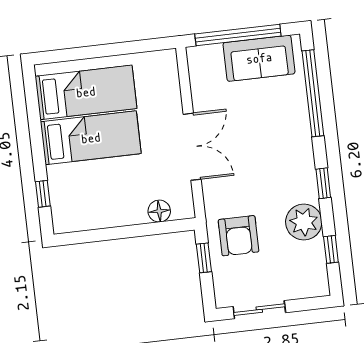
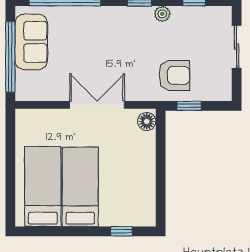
floor lamp: (159, 211) -> (147, 121), moved
plant: (304, 222) -> (162, 14), width x0.53, depth x0.53
sliding door: (259, 310) -> (237, 47), moved

